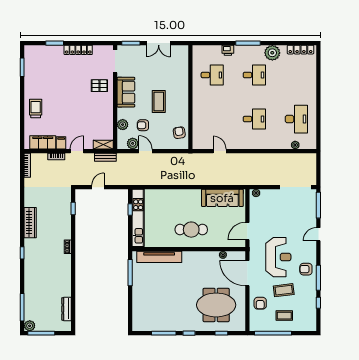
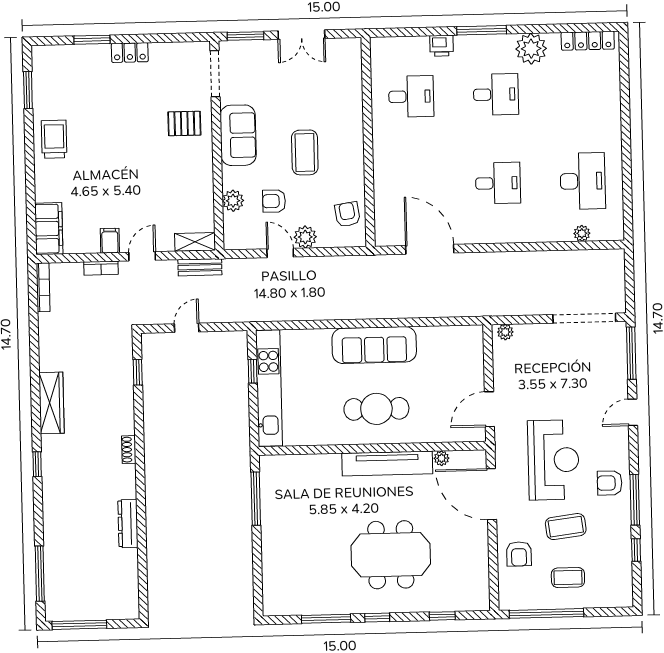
locker: (78, 50) -> (130, 53), width x0.66
trolley: (36, 108) -> (54, 139), moved
filing cabinet: (43, 142) -> (49, 229), moved, turned 90
plant: (133, 143) -> (305, 237), moved
door: (220, 151) -> (430, 249), width x1.87
sofa: (222, 198) -> (374, 345), moved
tv unit: (159, 257) -> (387, 464), moved
meeting table: (216, 305) -> (391, 555), moved
dresser: (67, 309) -> (128, 524), moved
plant: (30, 326) -> (55, 611), removed

